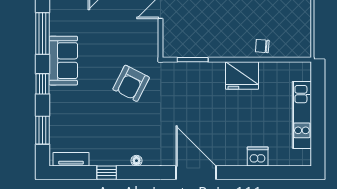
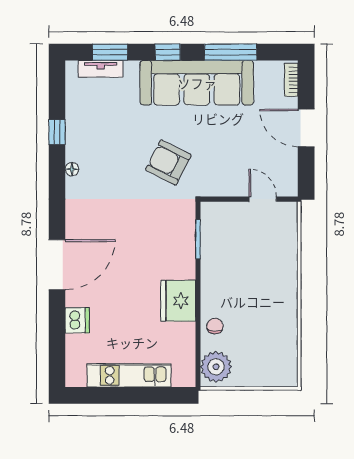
plant: (295, 45) -> (216, 367), added
sofa: (63, 61) -> (197, 83), width x1.85, depth x1.27
tv unit: (71, 159) -> (101, 69), moved, turned 90
door: (196, 173) -> (57, 265), moved

